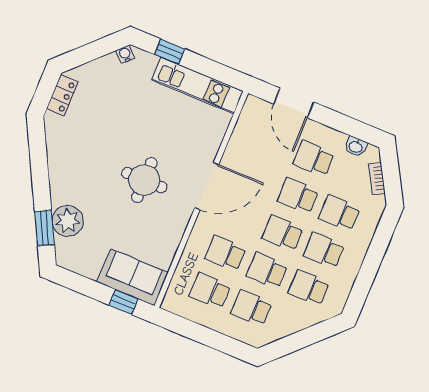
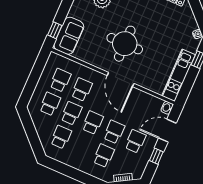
window: (339, 122) -> (156, 156), added
washbasin: (356, 147) -> (167, 108), moved
round table: (144, 180) -> (125, 44), width x1.36, depth x1.36
school desk: (324, 250) -> (82, 146), removed

